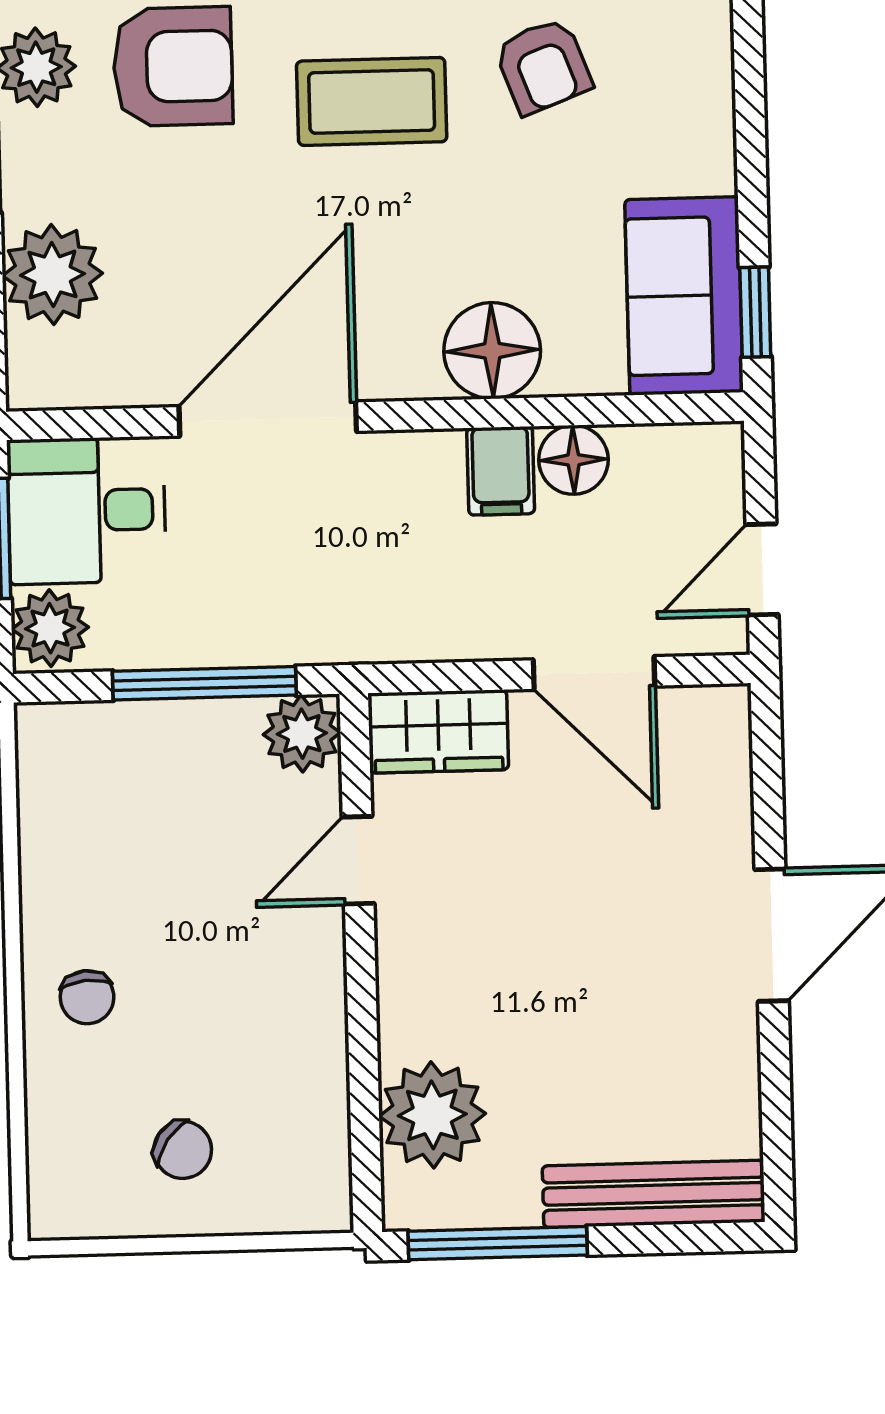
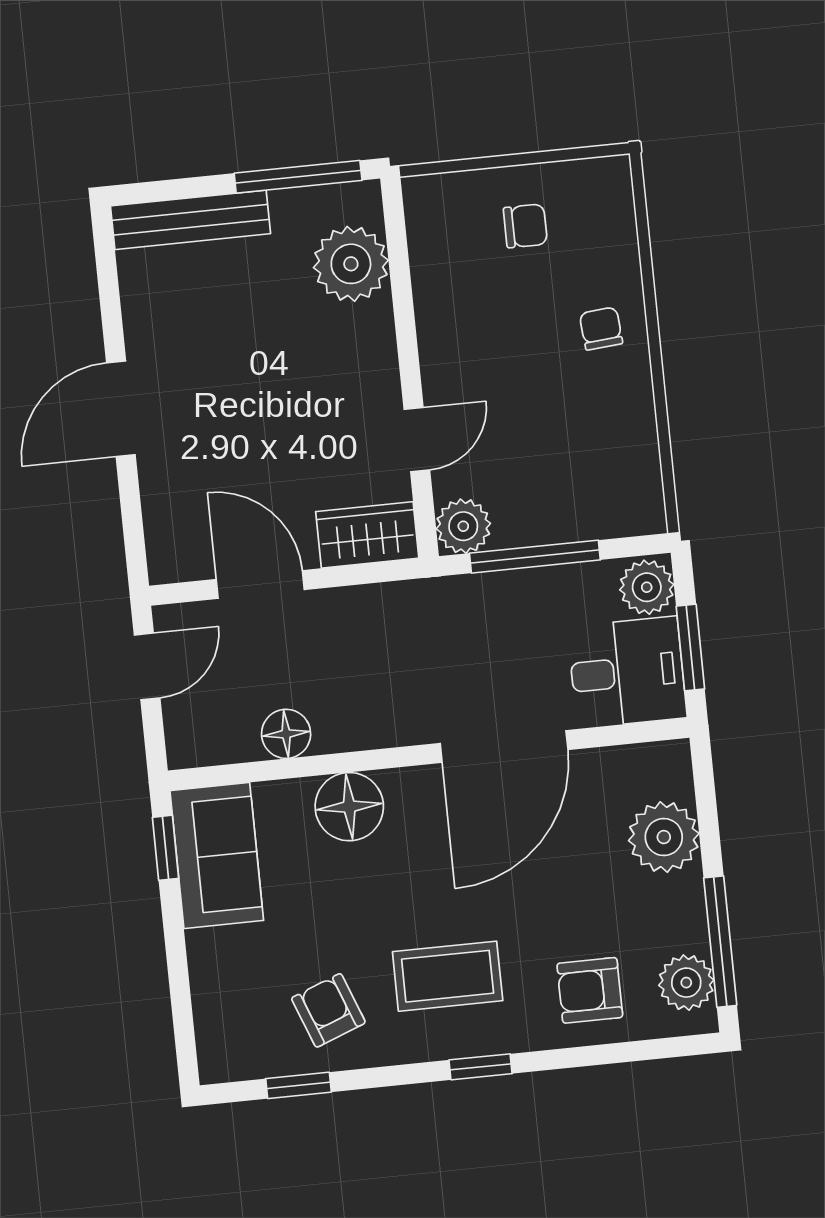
armchair: (173, 66) -> (590, 990), width x0.72, depth x0.72
filing cabinet: (501, 471) -> (337, 722), removed
chair: (183, 1150) -> (525, 226), turned 145

